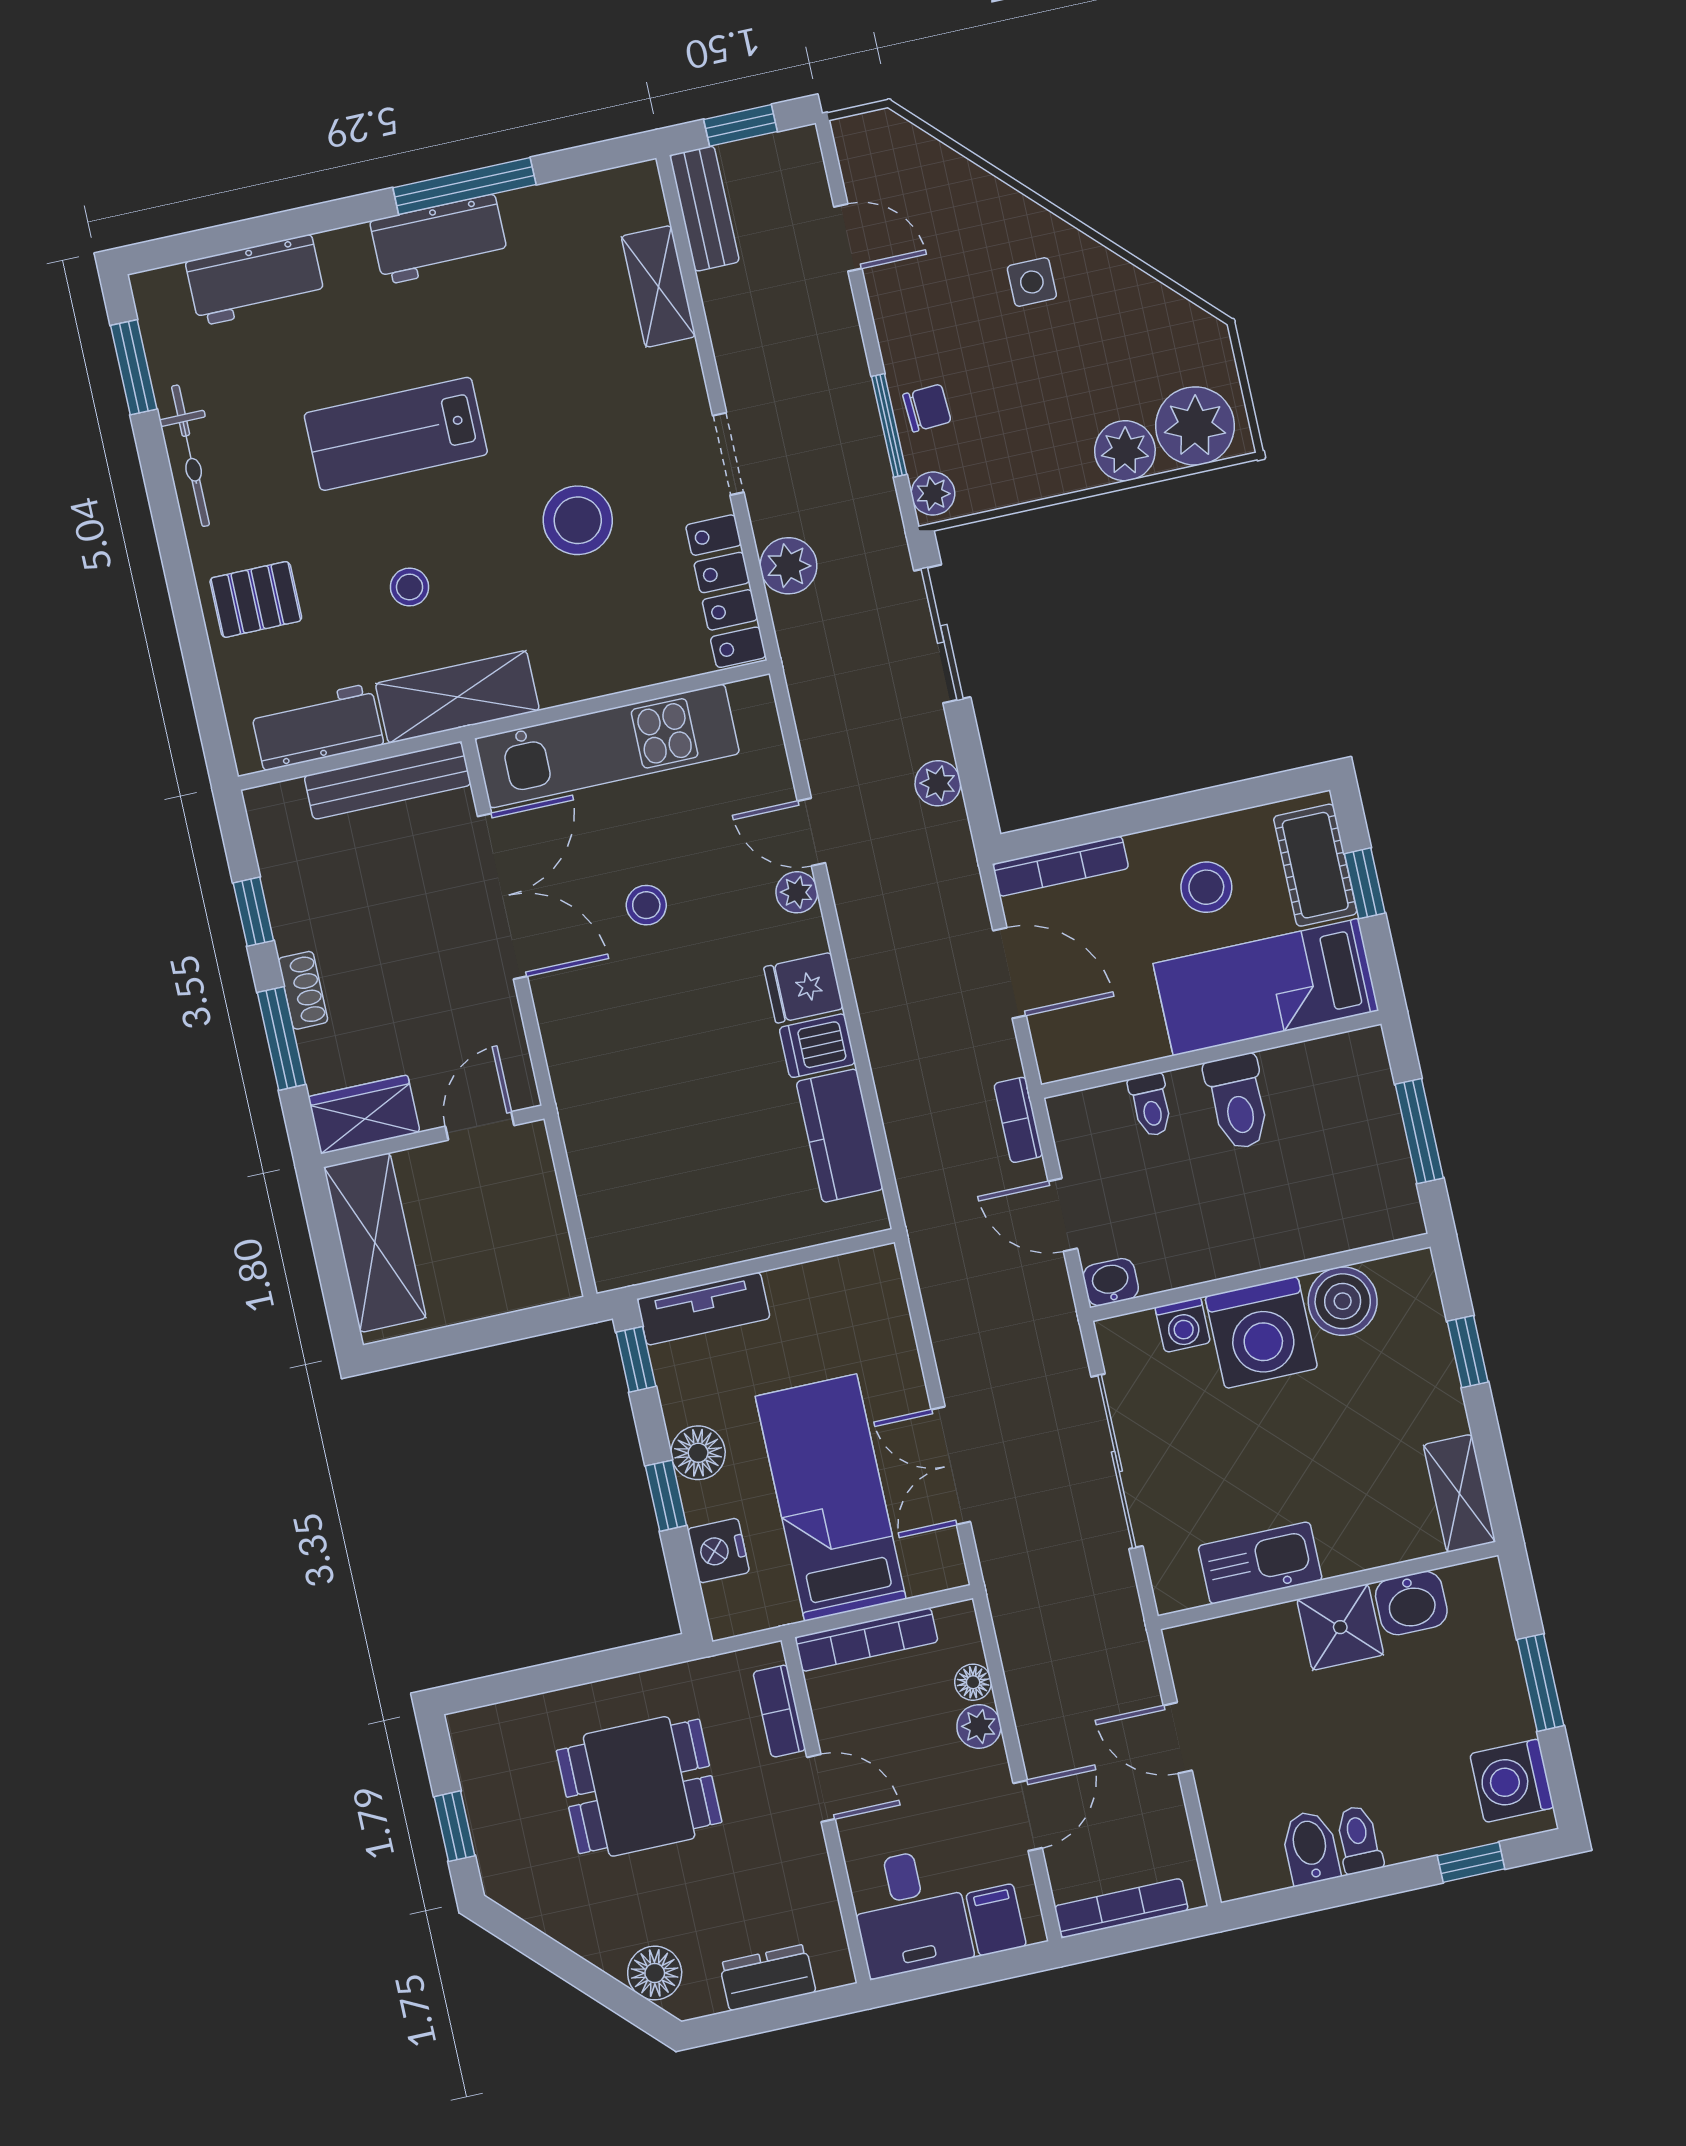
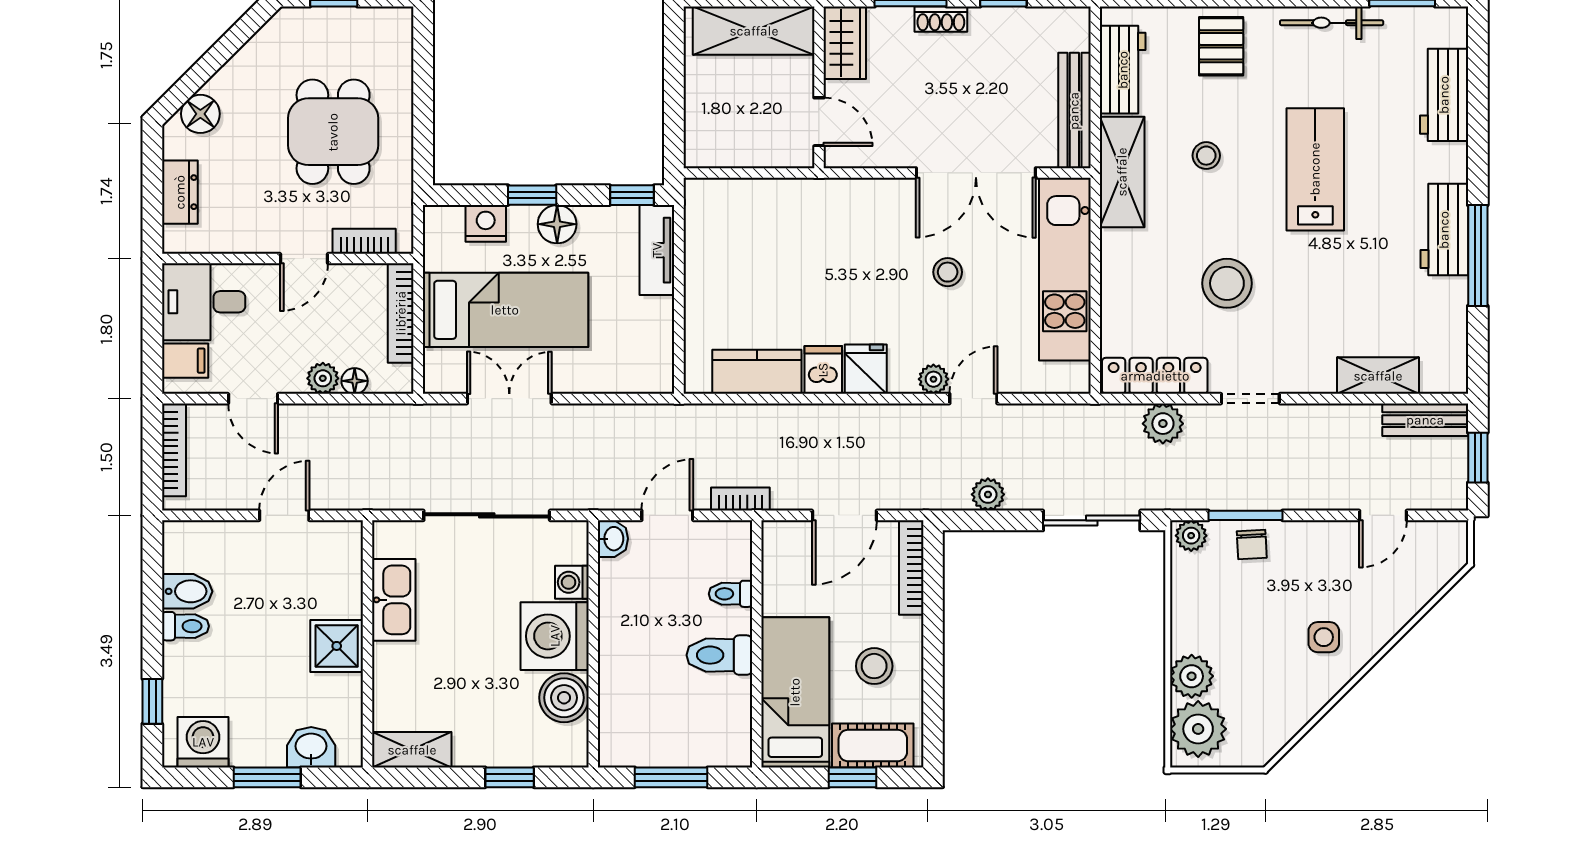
washbasin: (1411, 1603) -> (311, 747), moved, turned 90

